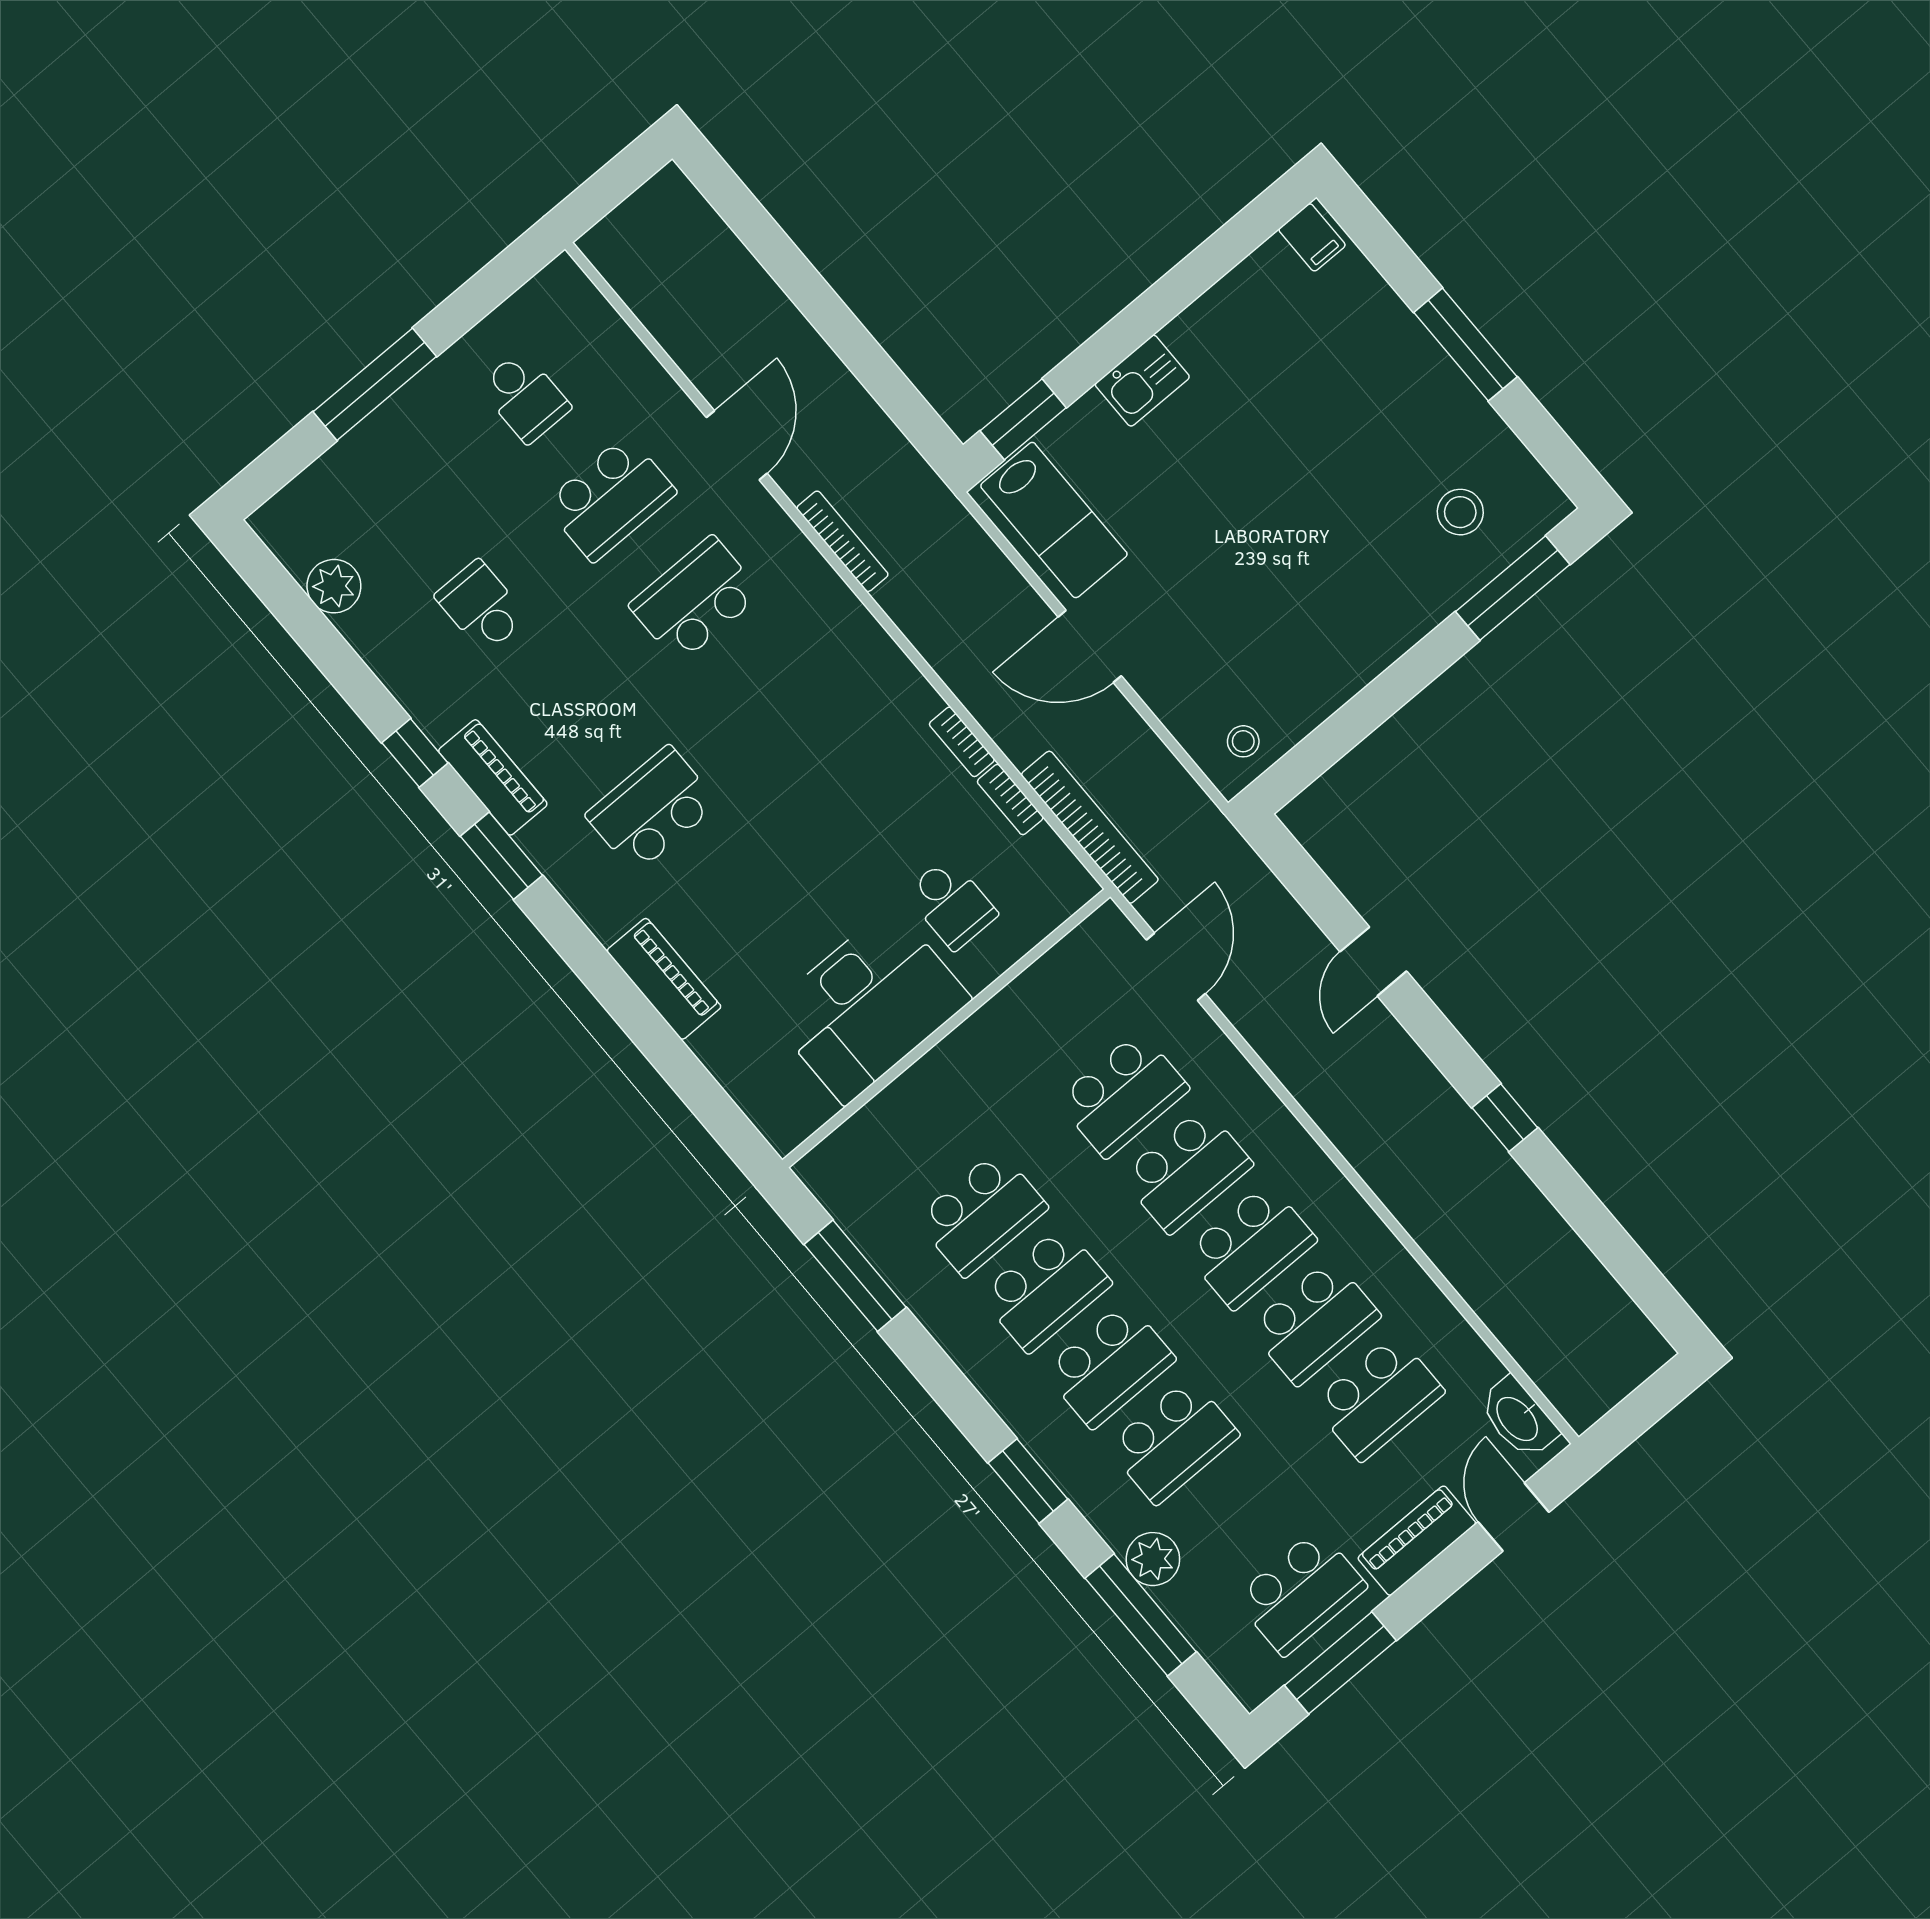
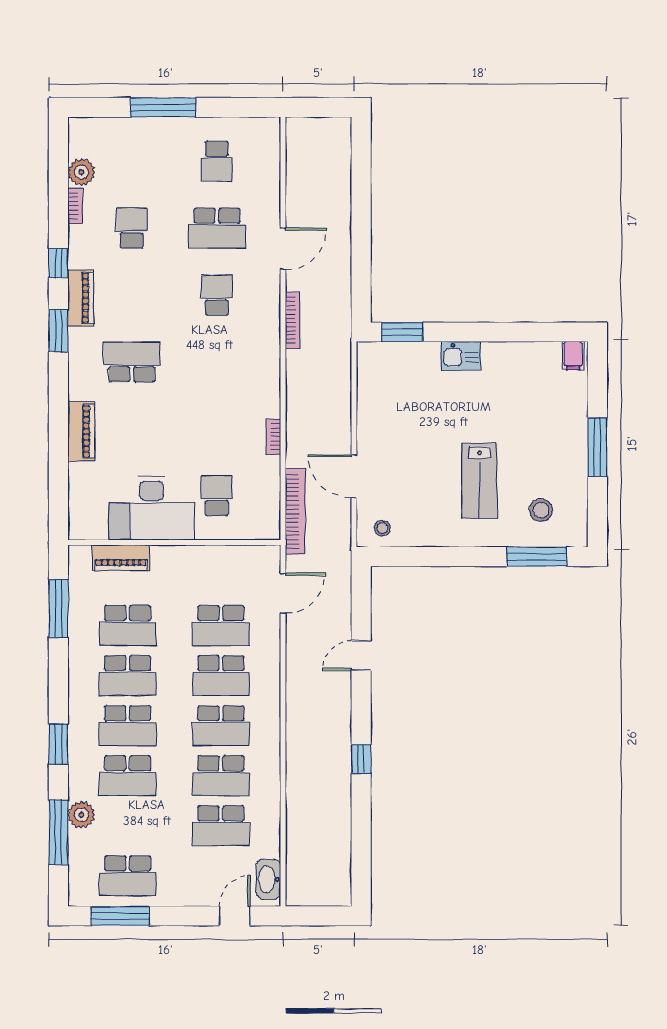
lab bench: (1054, 520) -> (480, 481), moved
school desk: (695, 599) -> (217, 295), width x0.54
door: (1090, 646) -> (354, 476), moved
bookcase: (1010, 800) -> (75, 206), moved, turned 180
school desk: (951, 903) -> (217, 496), turned 180
piano: (1417, 1541) -> (121, 558), moved, turned 180

